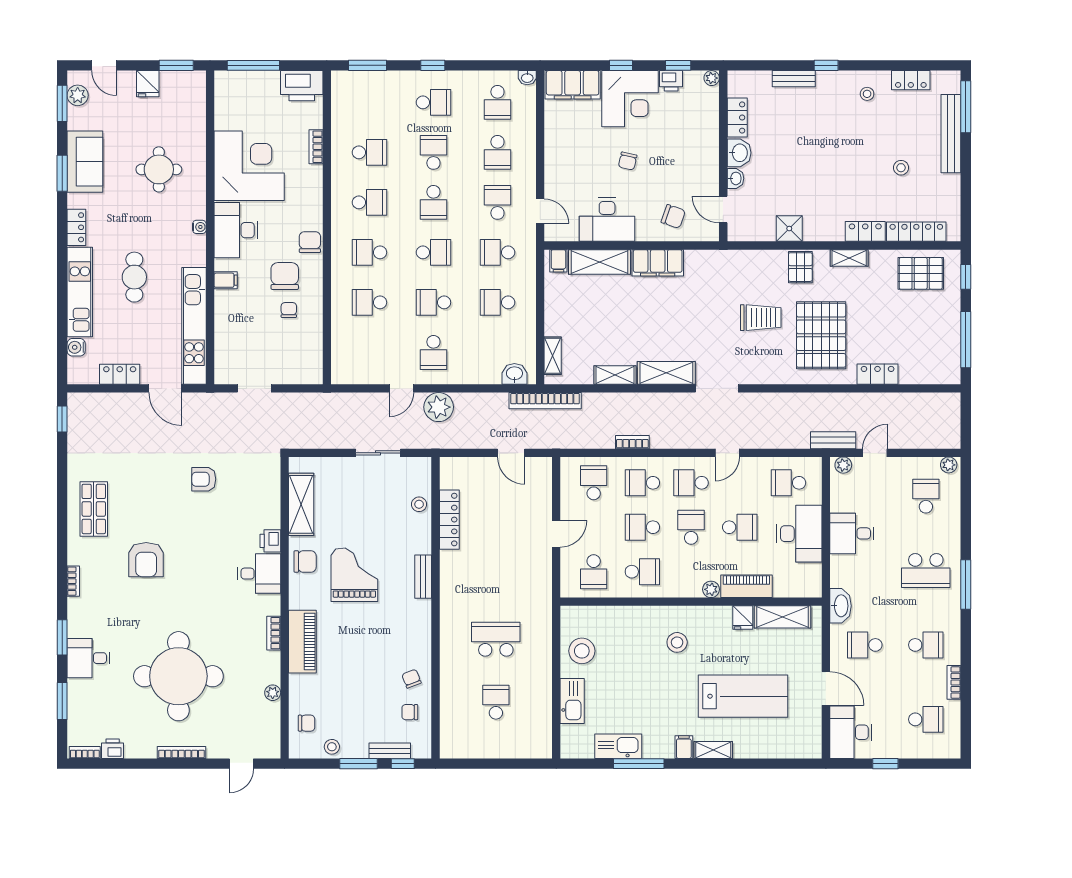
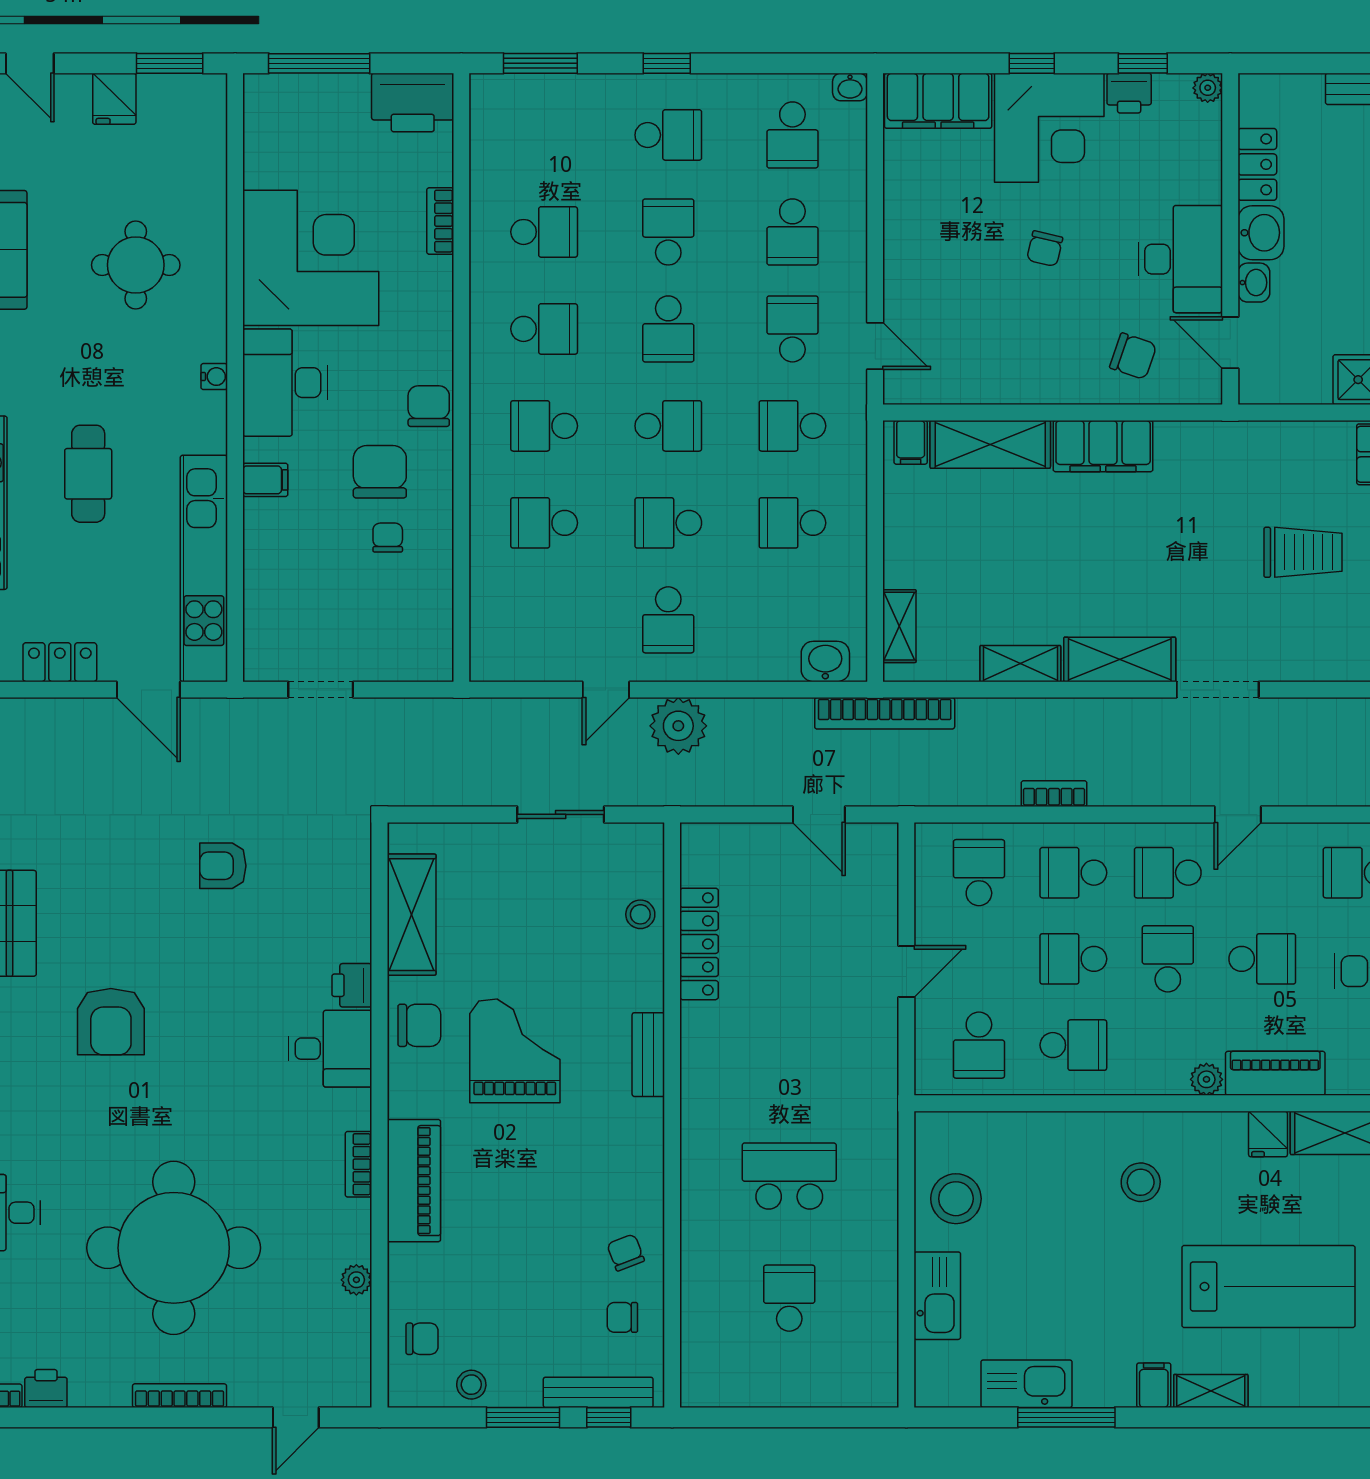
desk: (607, 220) -> (1180, 259), moved, turned -90
bench: (390, 751) -> (598, 1392), width x1.36

